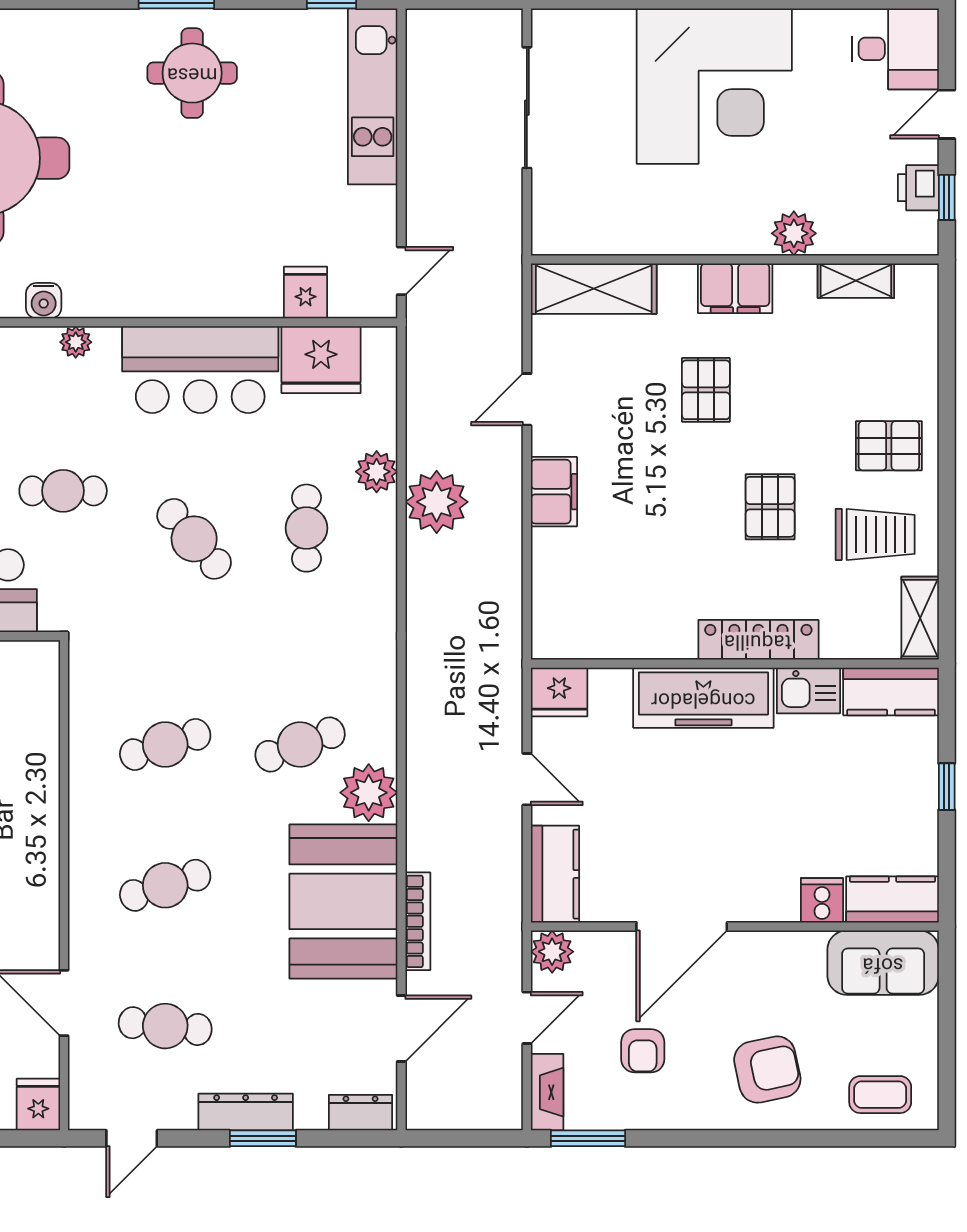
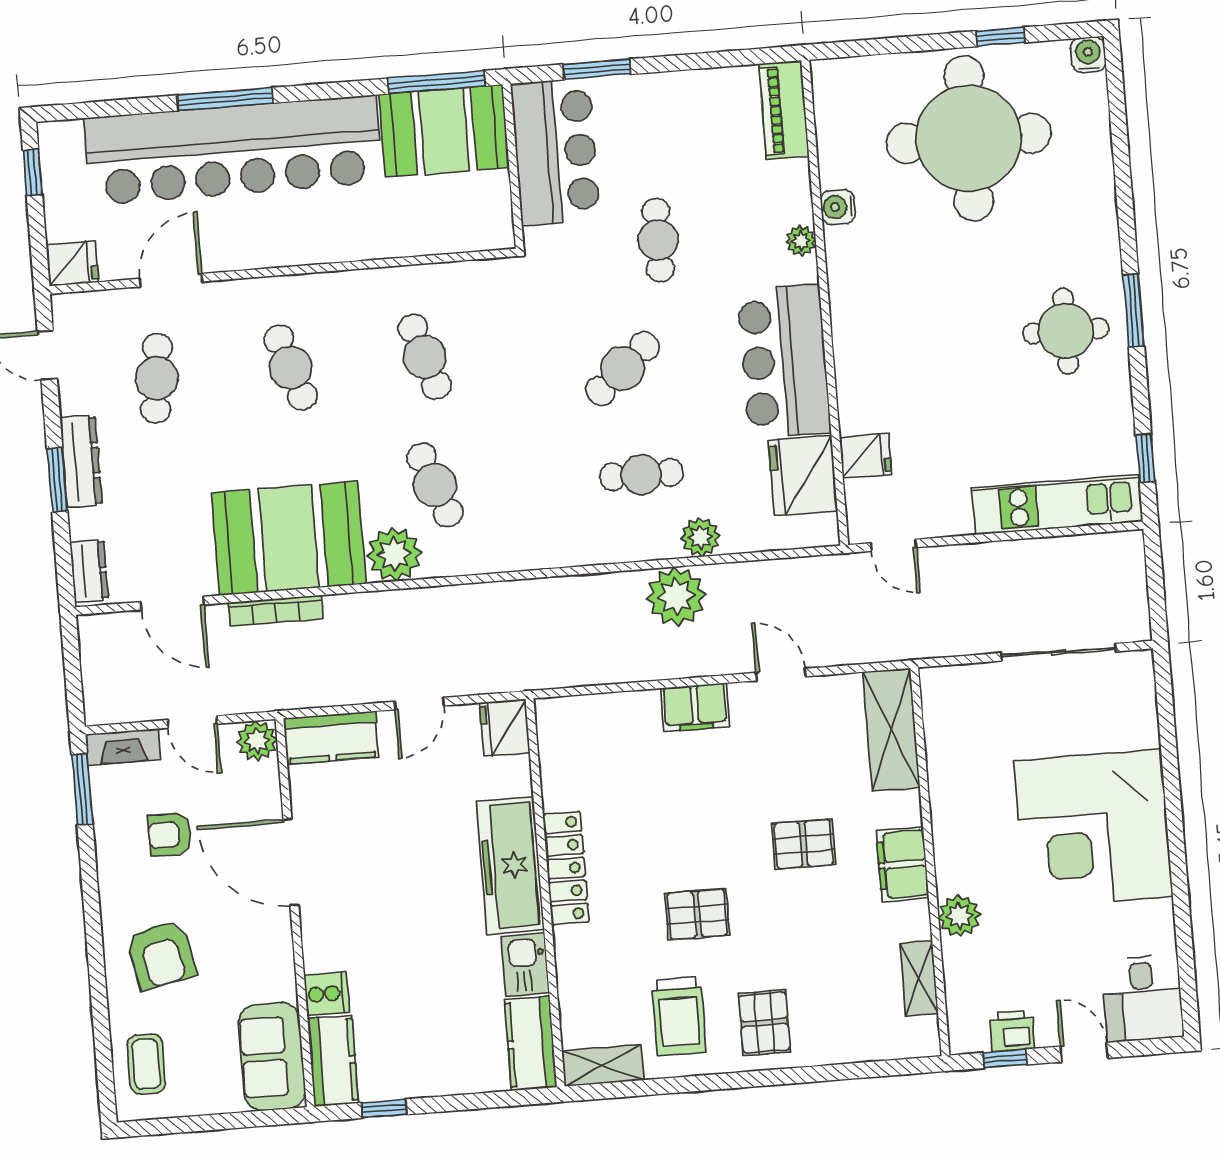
locker: (758, 640) -> (566, 868), moved
window: (947, 787) -> (384, 1109), moved

